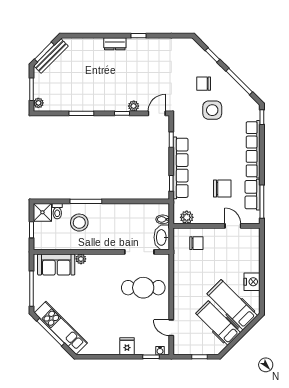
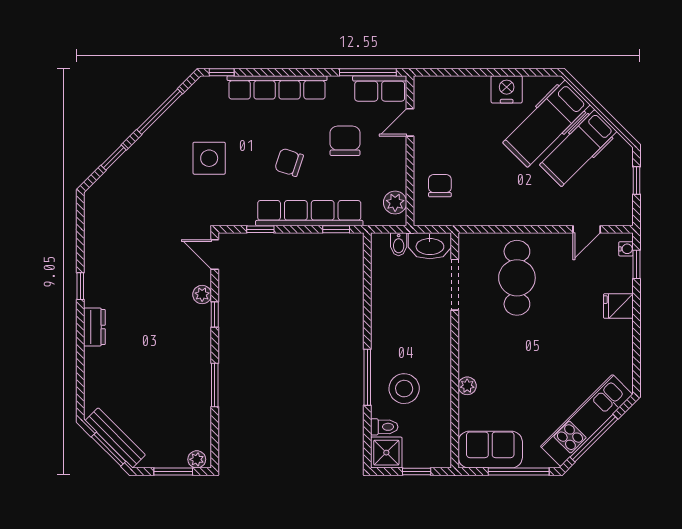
chair: (204, 84) -> (289, 162), moved, turned 108
row of seats: (253, 195) -> (380, 88), moved
sofa: (56, 264) -> (490, 450), moved, turned -90

